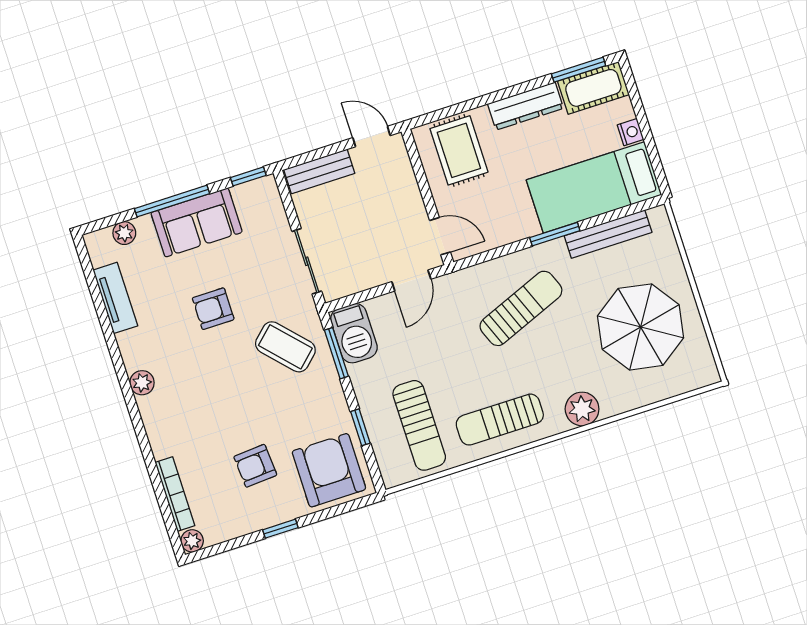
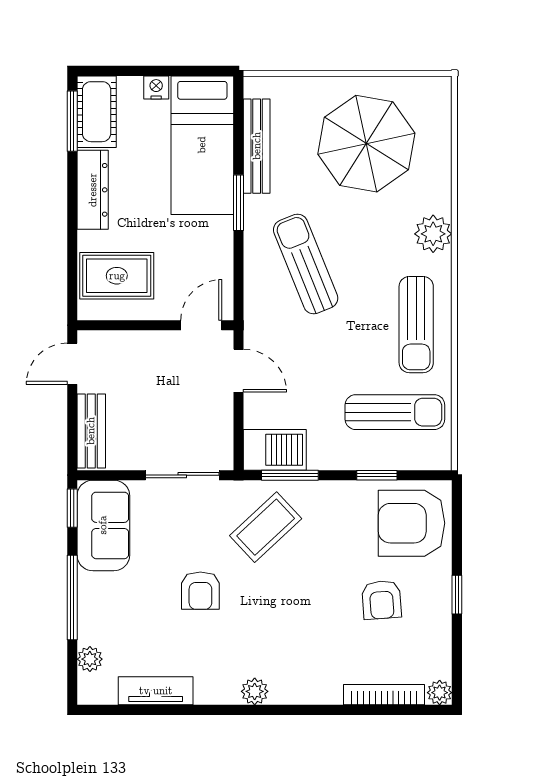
sofa: (197, 222) -> (103, 525), moved

